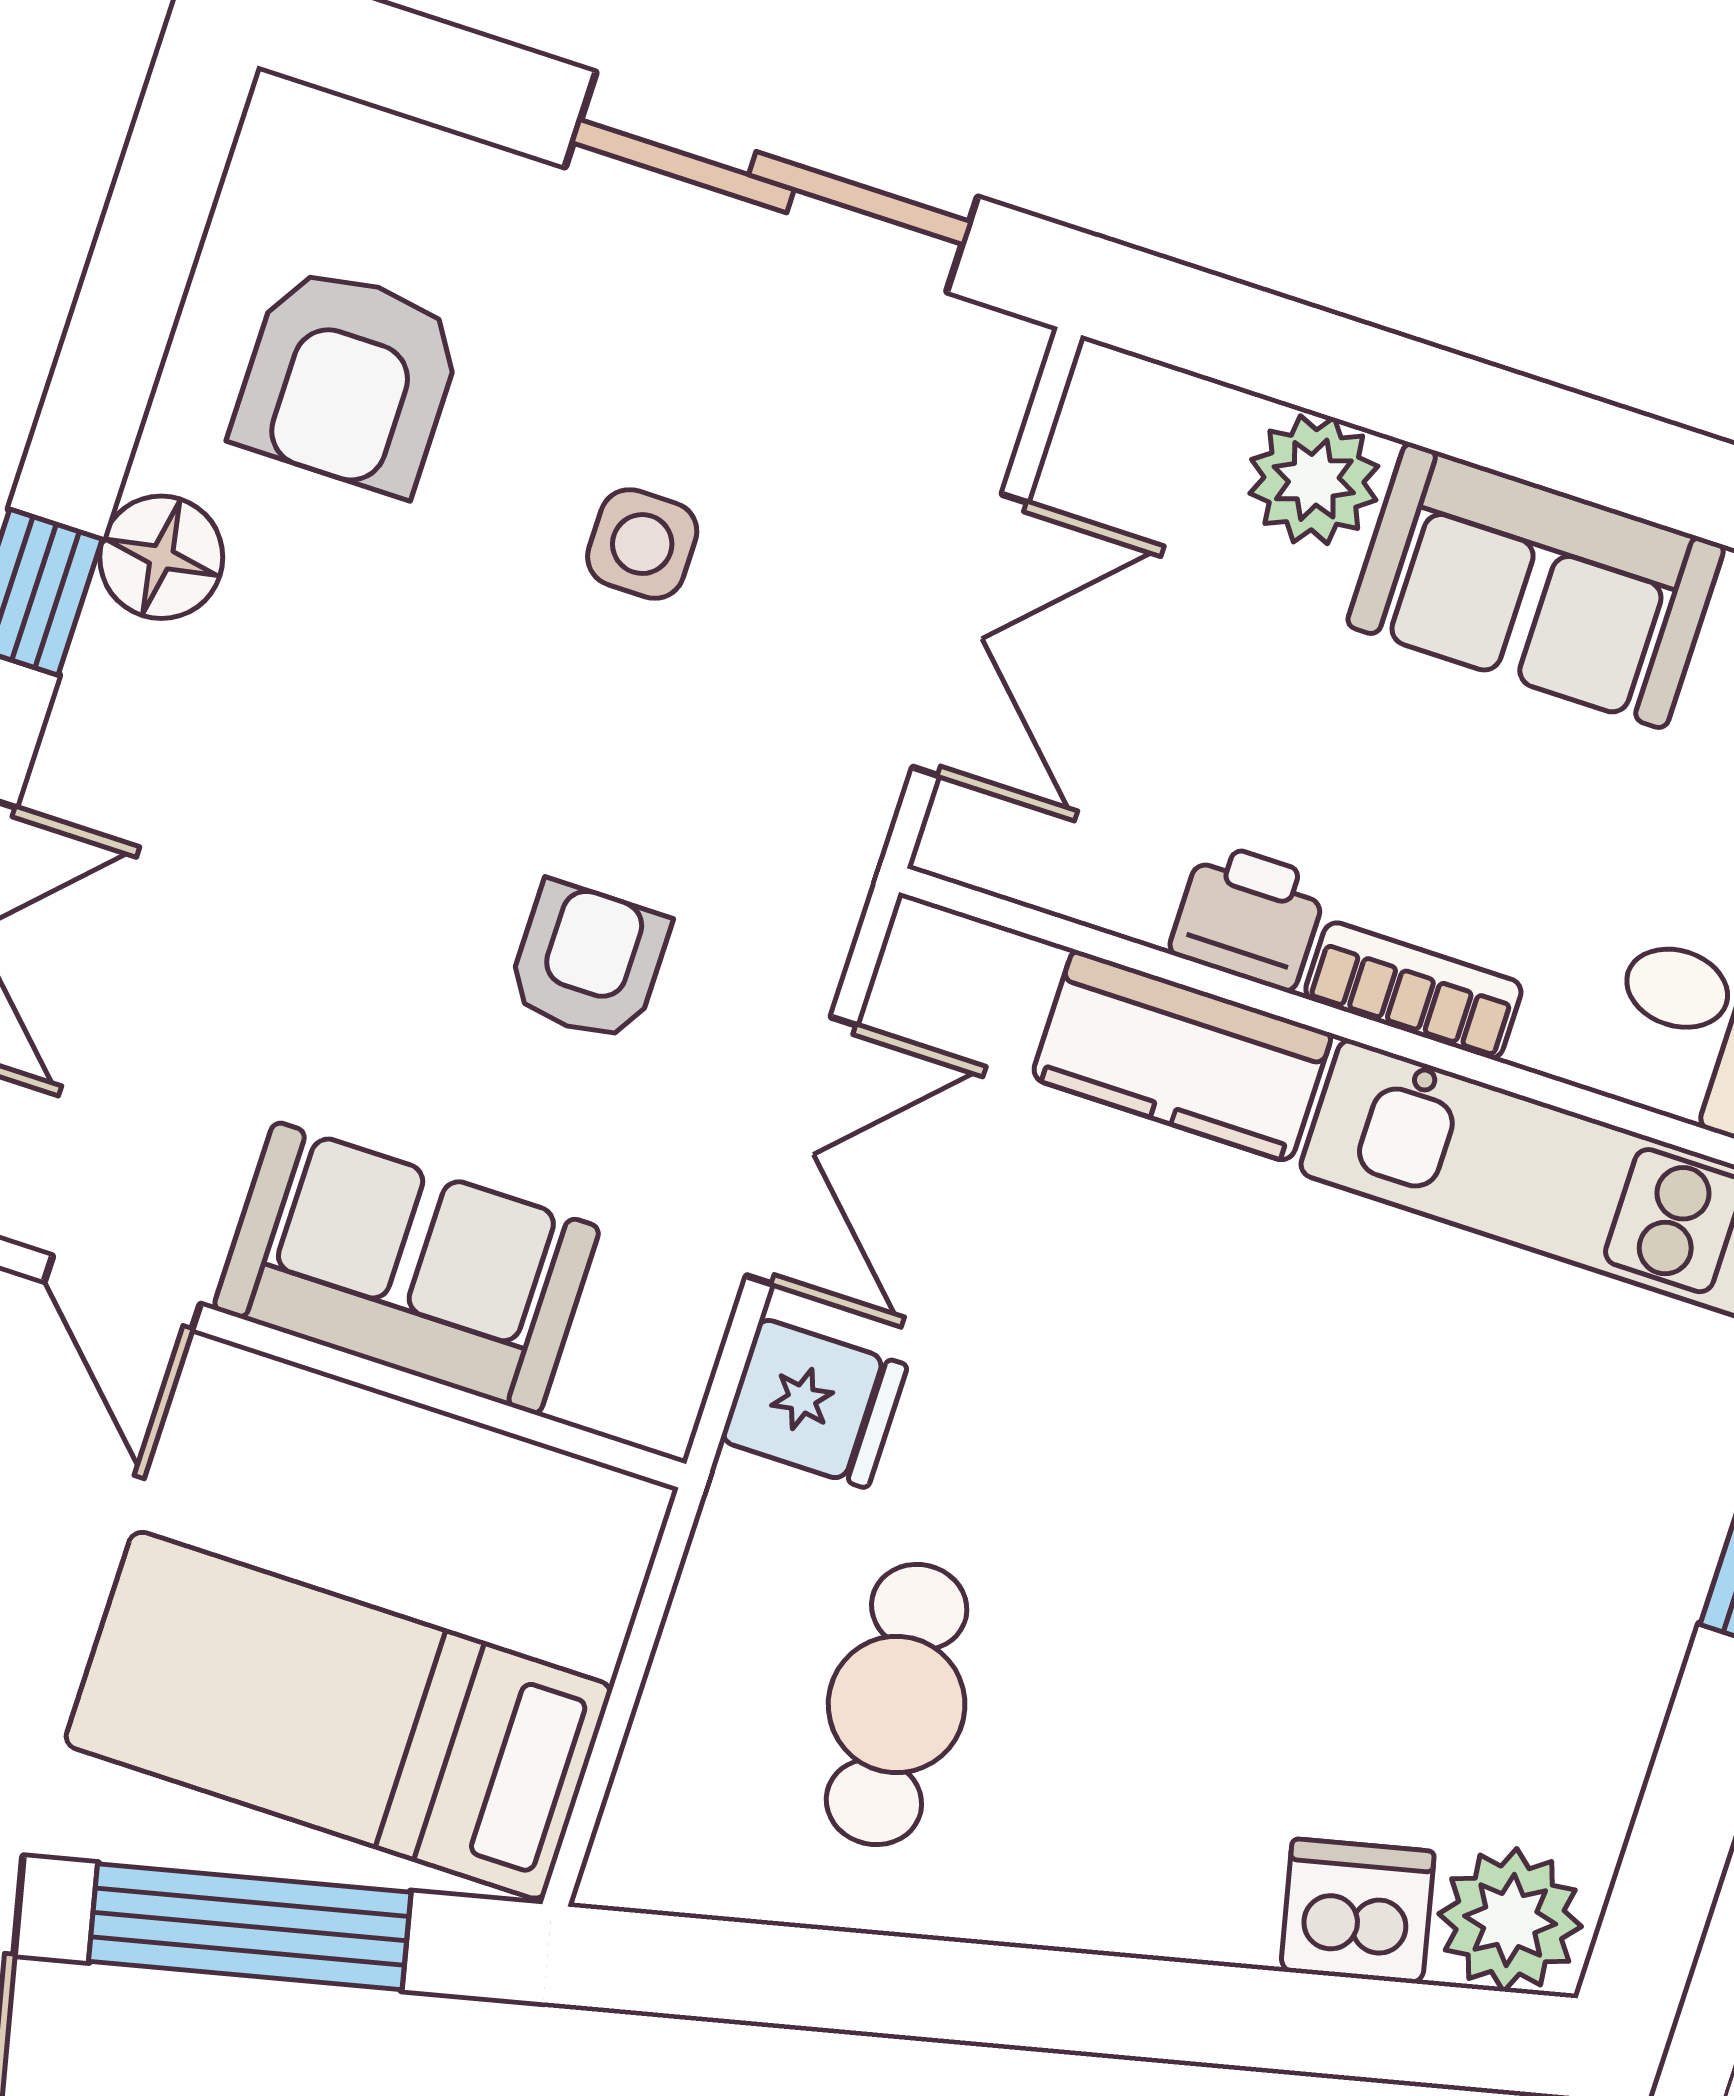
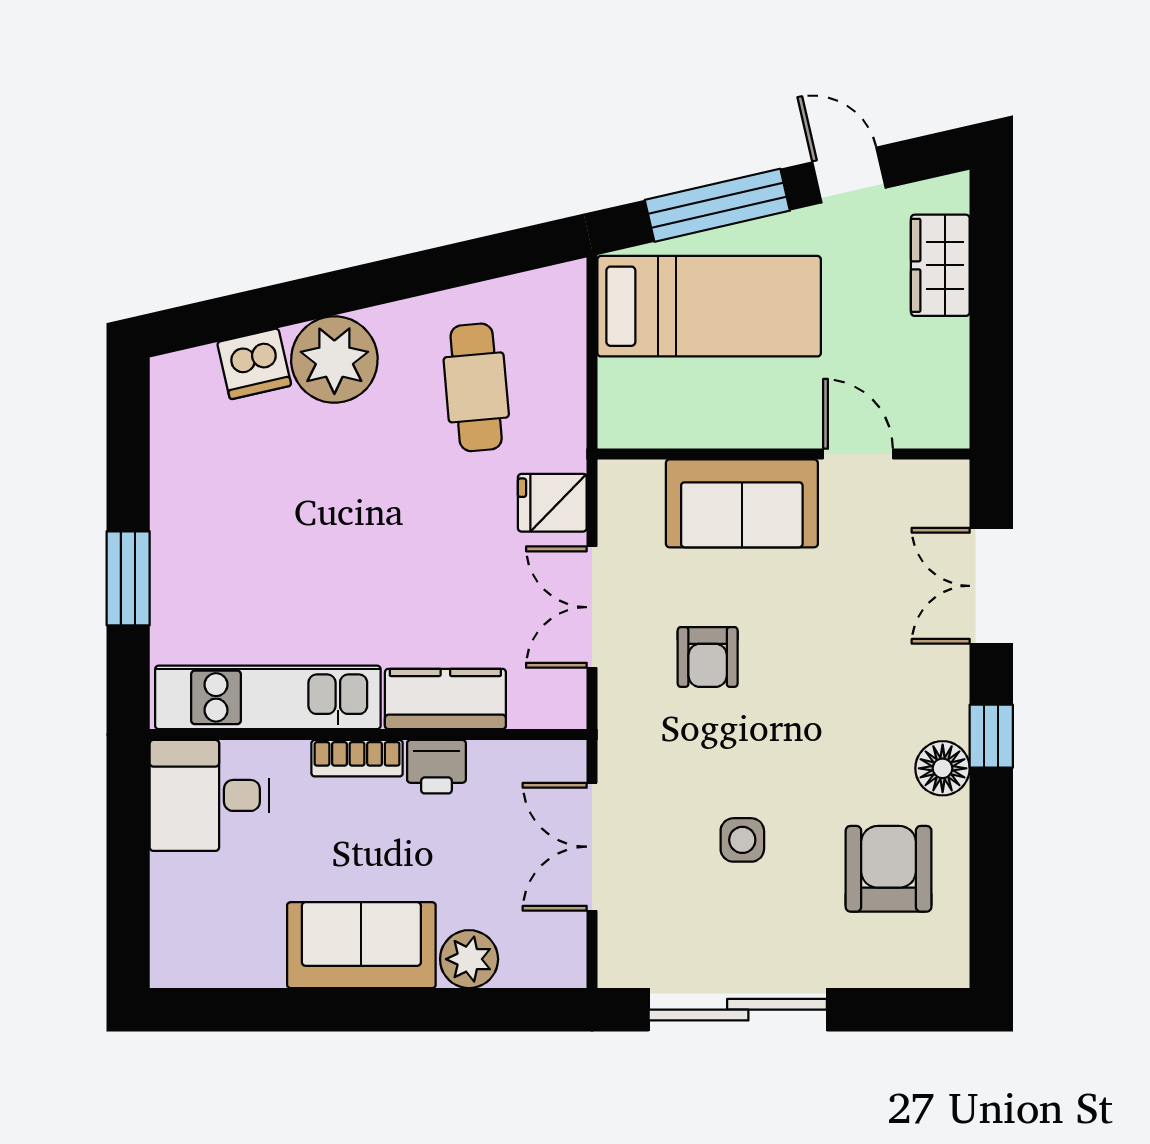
plant: (1510, 1920) -> (334, 360), moved, width x1.36, depth x1.36

